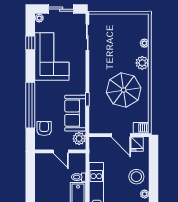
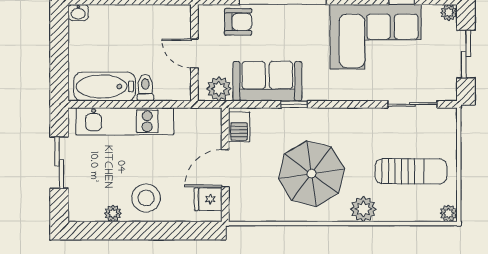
sun lounger: (122, 38) -> (411, 171), added
plant: (144, 43) -> (449, 213), moved
barbecue: (141, 128) -> (239, 127), moved
door: (61, 151) -> (194, 53), hinge flipped

